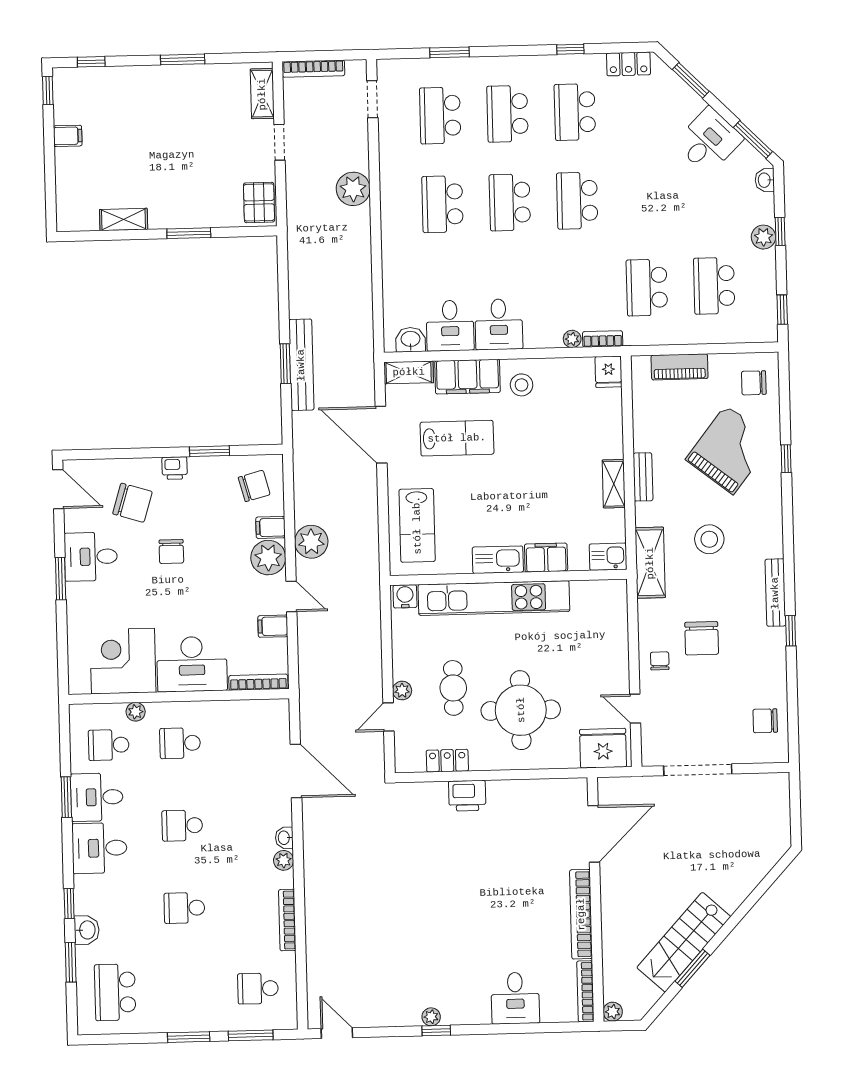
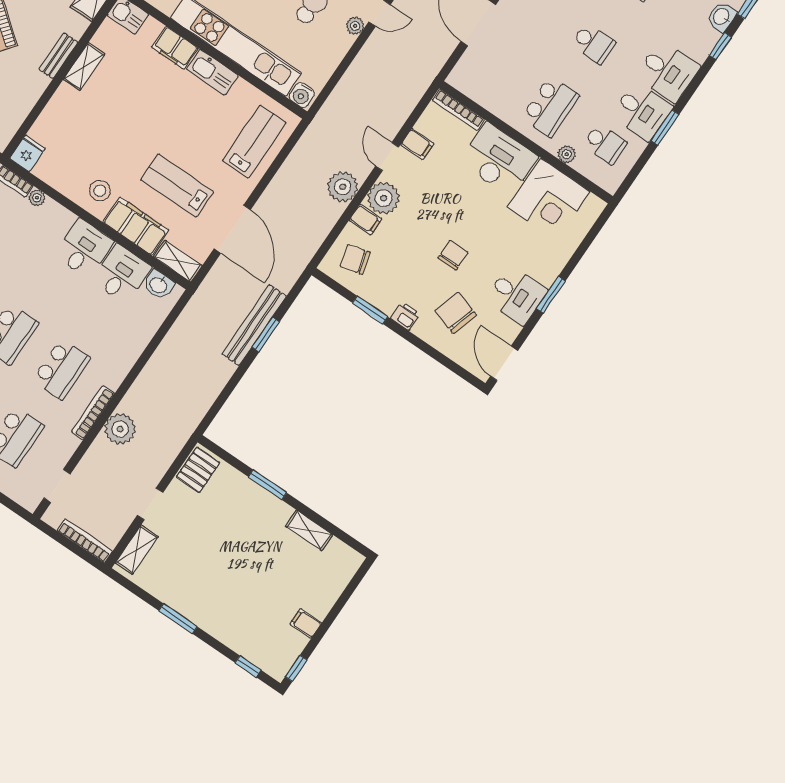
bookcase: (387, 186) -> (93, 413), added
school desk: (180, 743) -> (550, 107), width x1.85

